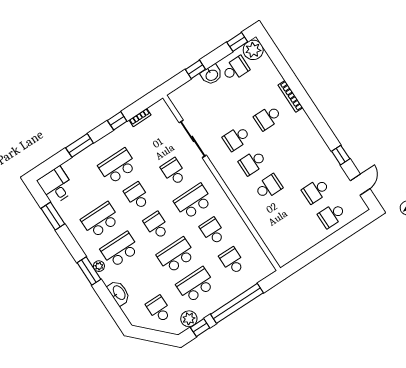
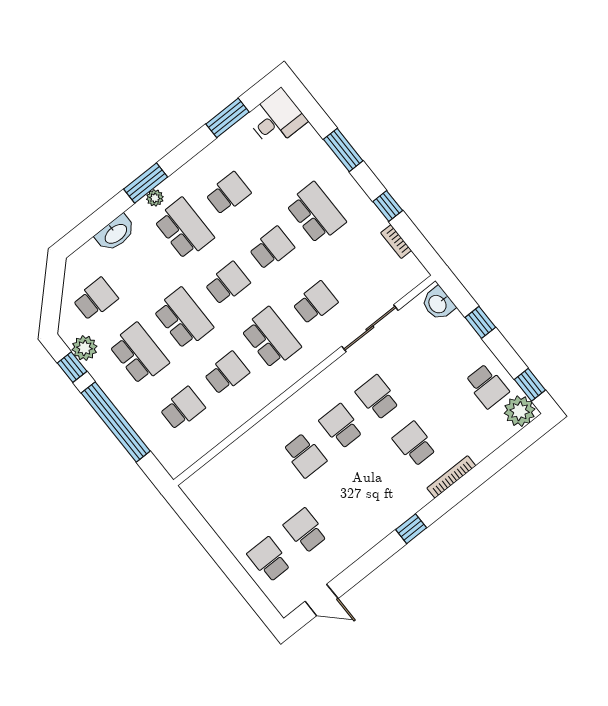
washbasin: (212, 75) -> (438, 304), moved
window: (341, 155) -> (411, 529), moved
school desk: (100, 220) -> (228, 194), width x0.54

